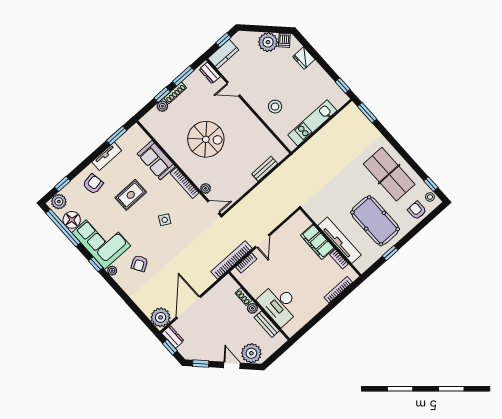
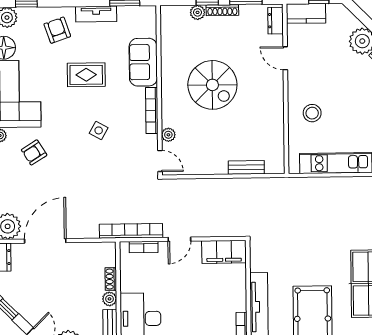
armchair: (93, 184) -> (57, 30), turned -100
filing cabinet: (317, 242) -> (224, 252), moved, turned -90

